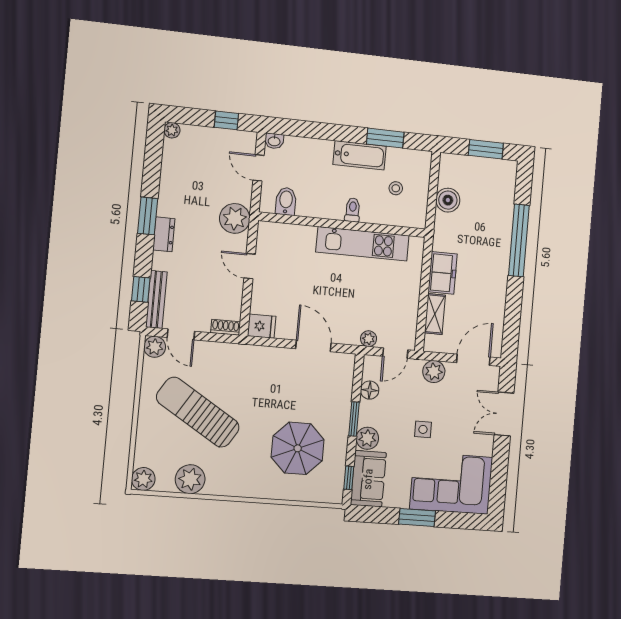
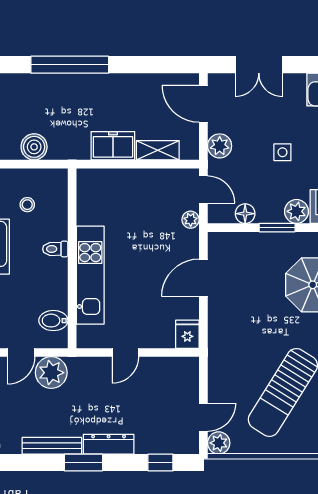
plant: (235, 218) -> (51, 373), moved
dresser: (164, 234) -> (109, 444), width x1.44
kitchen unit: (363, 244) -> (90, 275), moved
bench: (156, 299) -> (52, 446), moved
shoe rack: (226, 327) -> (192, 372), removed

